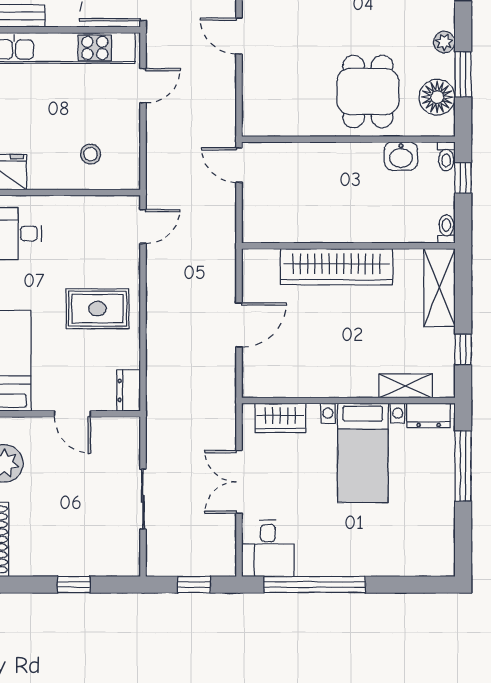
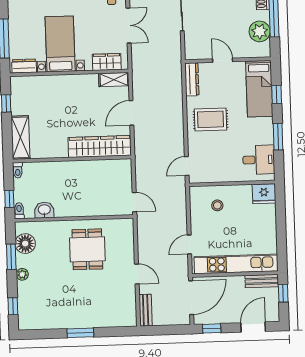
dining table: (368, 91) -> (87, 249), moved
wardrobe: (337, 267) -> (100, 146), moved
shelving: (406, 386) -> (114, 80), moved
dresser: (129, 390) -> (192, 79), width x1.44

